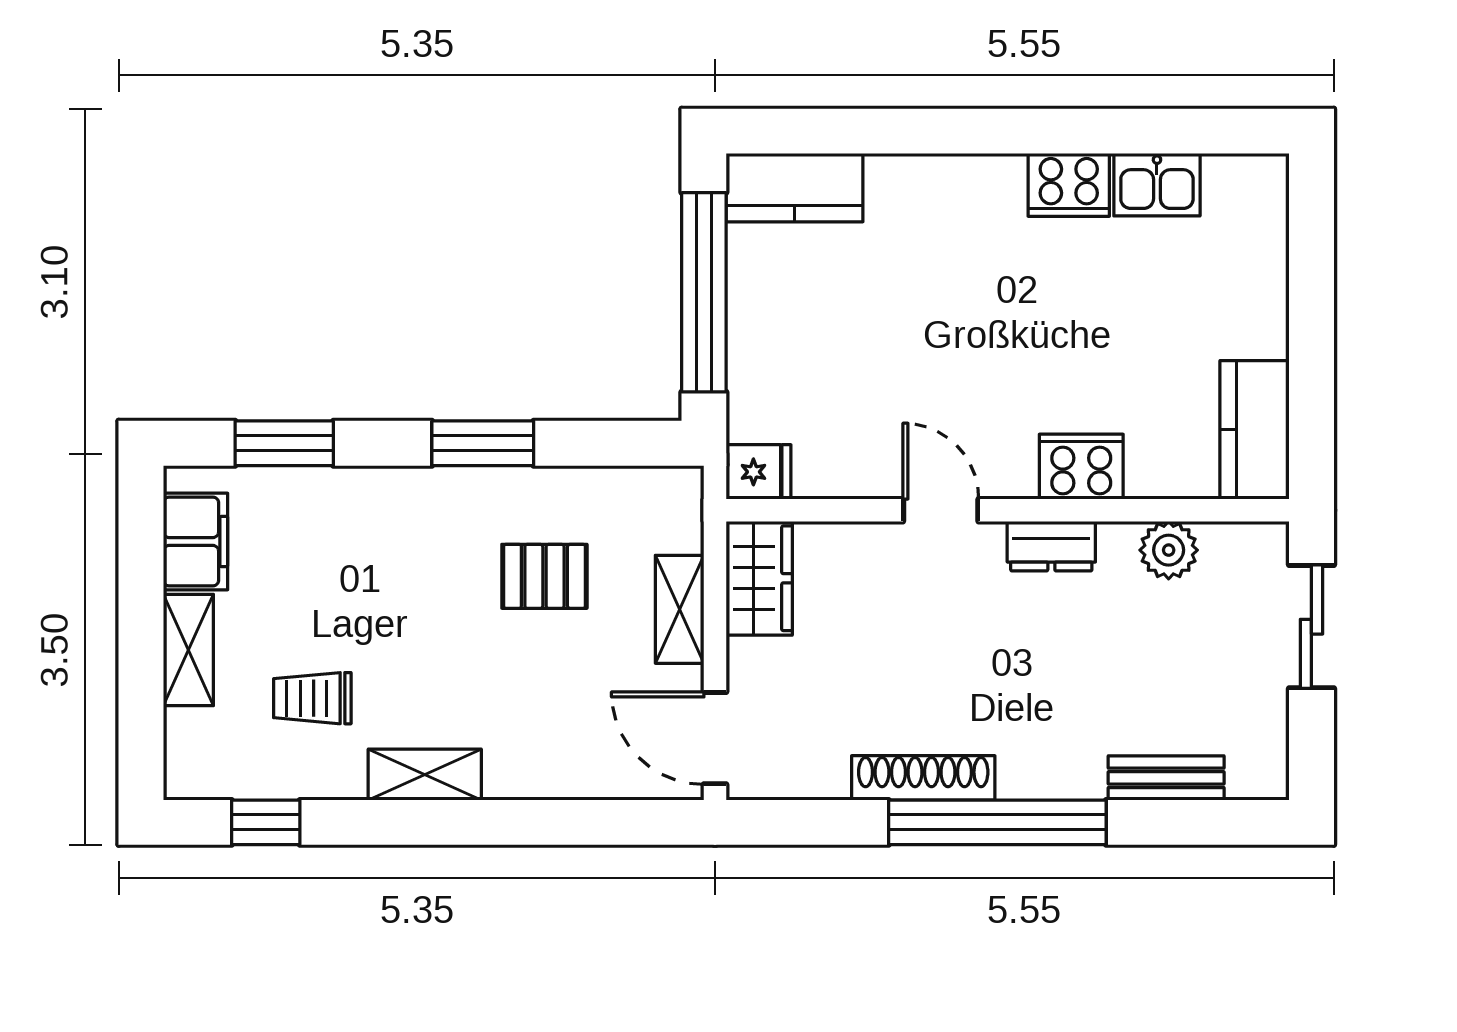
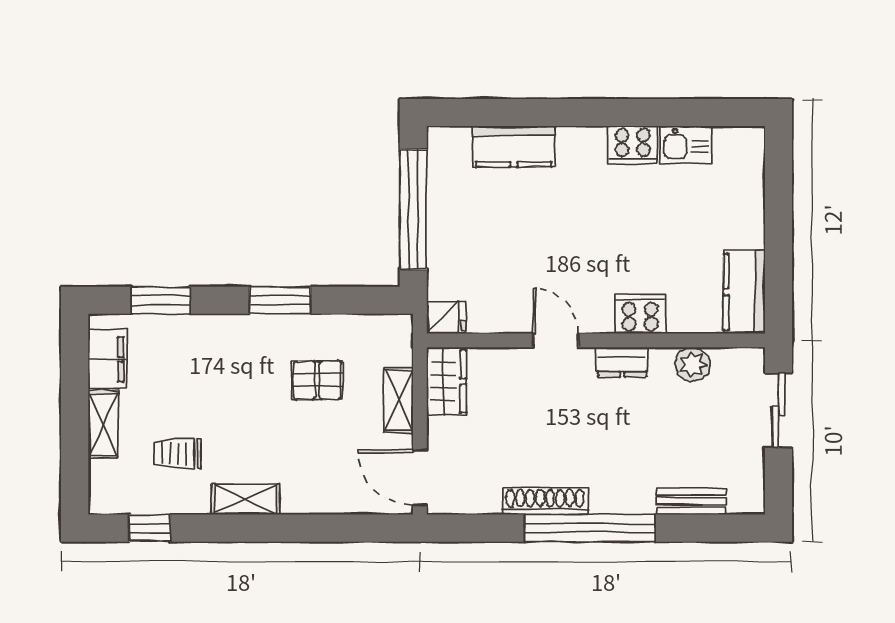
kitchen counter: (795, 188) -> (514, 146), moved

